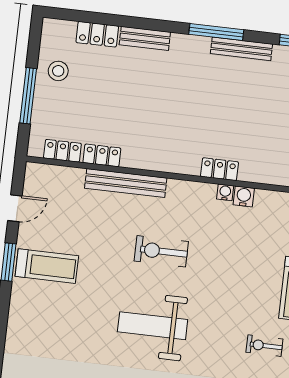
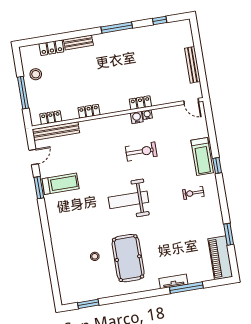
bench: (241, 49) -> (133, 33), removed
locker: (102, 155) -> (89, 111), moved
bench: (126, 183) -> (56, 131), moved
water cooler: (244, 196) -> (137, 117), moved
exercise bike: (161, 251) -> (141, 151), moved, turned 180

